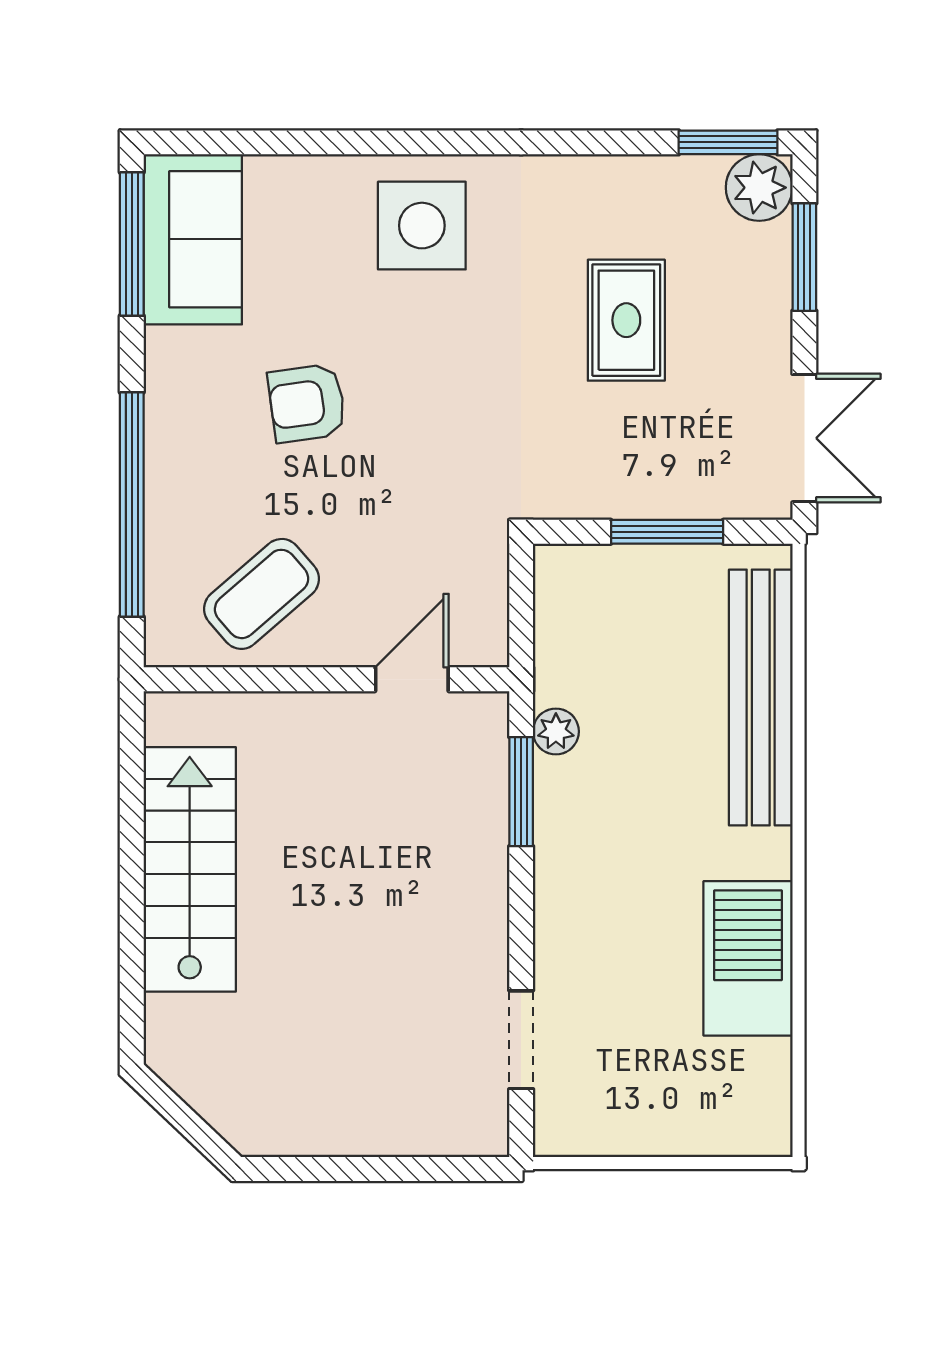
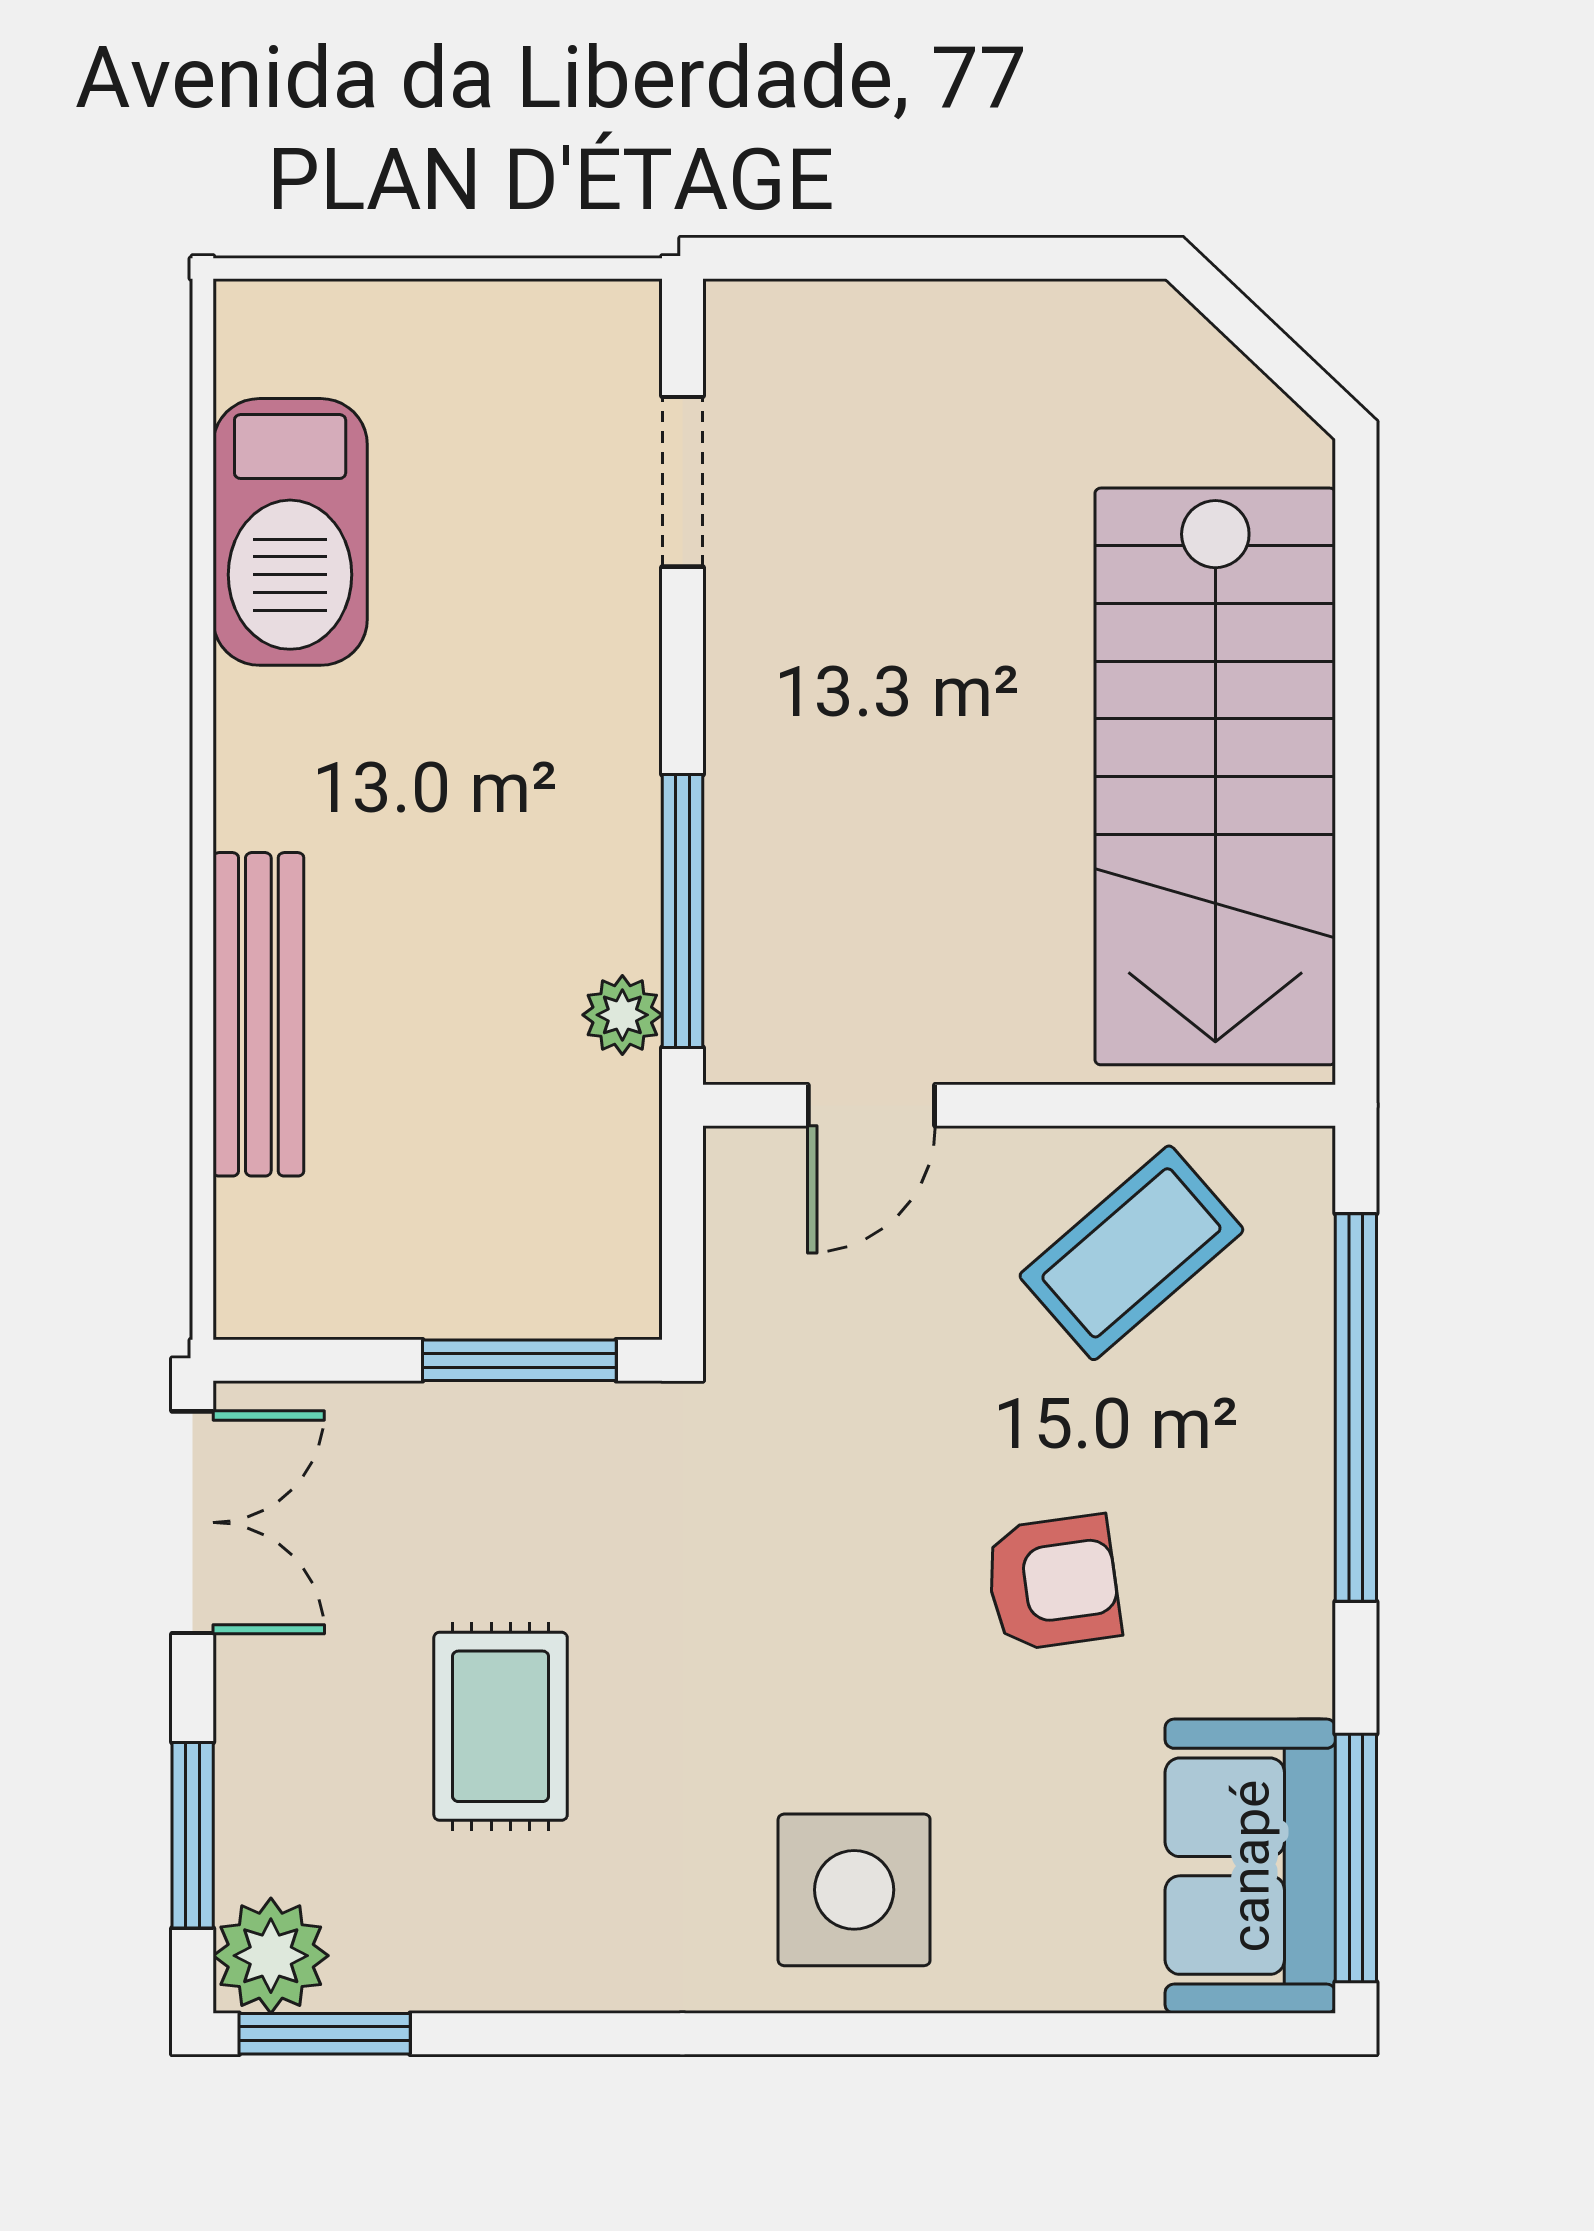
double door: (804, 438) -> (193, 1522), swing flipped
window: (667, 532) -> (519, 1360), moved
bench: (761, 697) -> (258, 1014), width x0.73, depth x0.82
window: (521, 792) -> (682, 911), width x1.44
stairs: (190, 869) -> (1215, 776), width x1.36, depth x1.51
barbecue: (748, 958) -> (290, 532), moved

